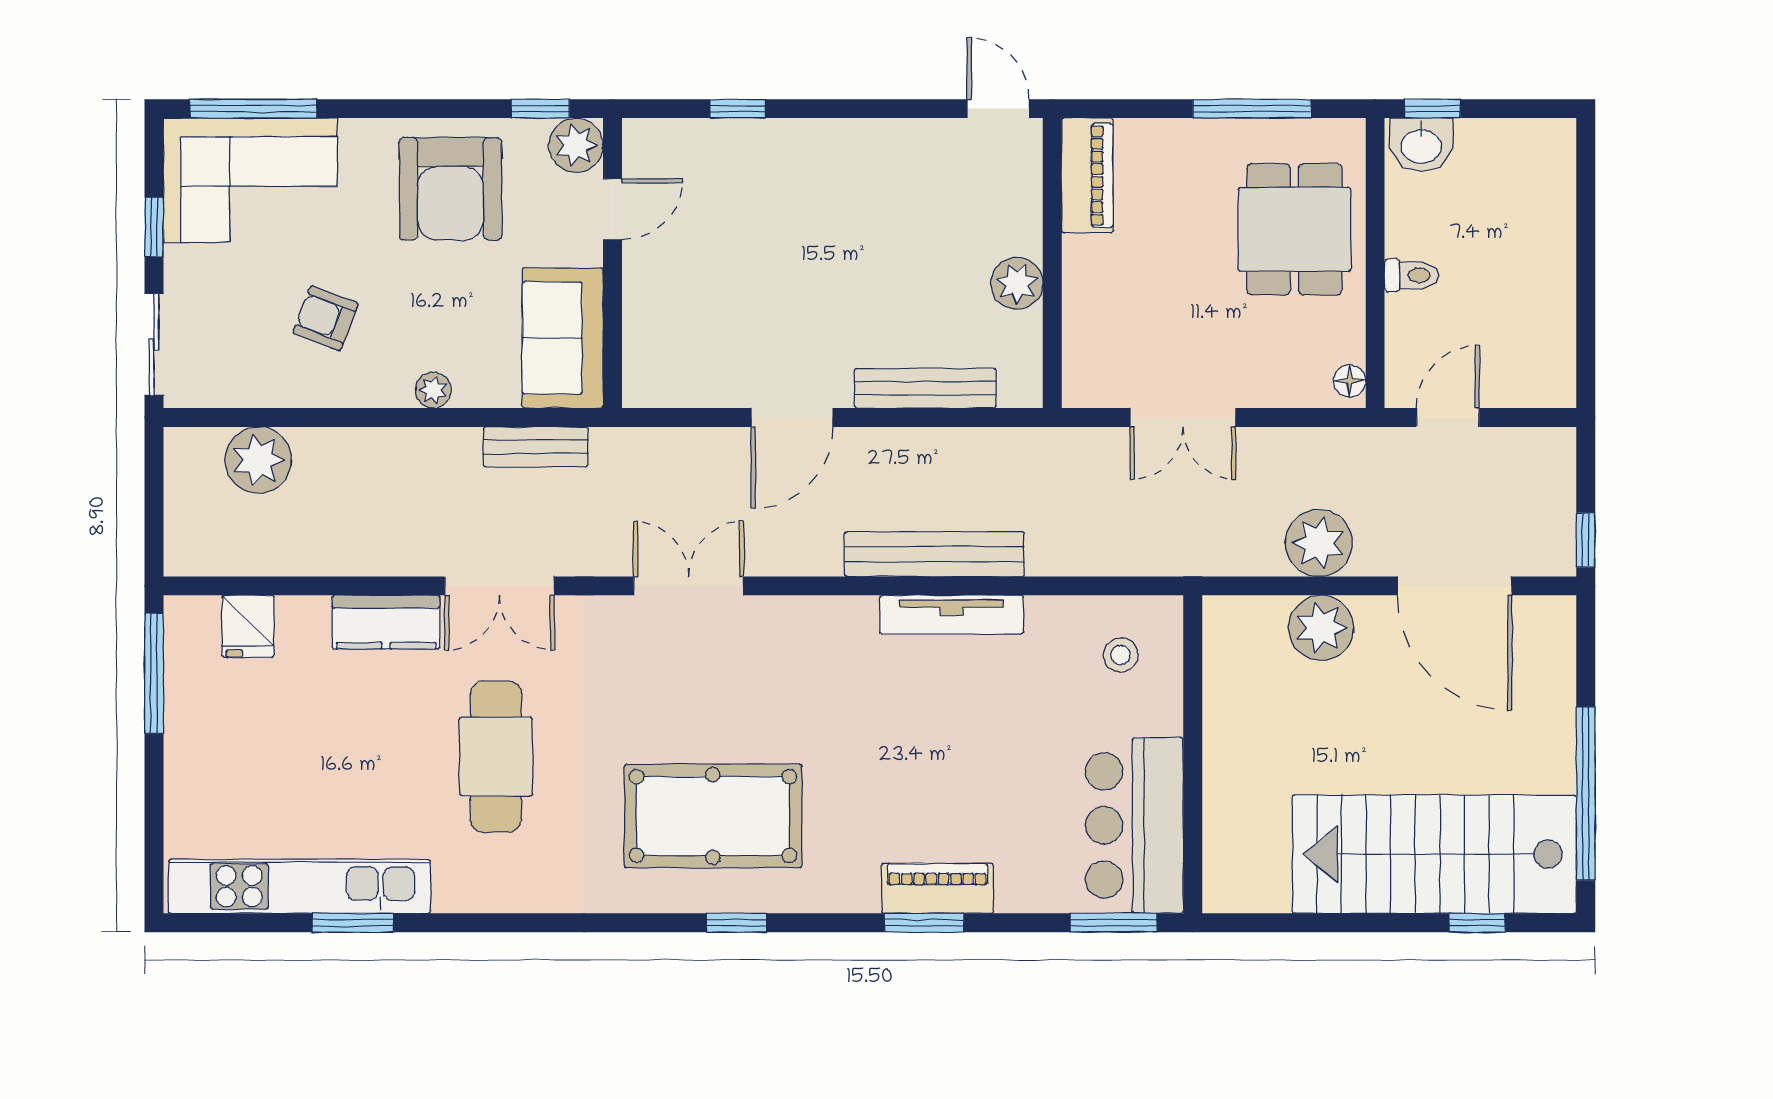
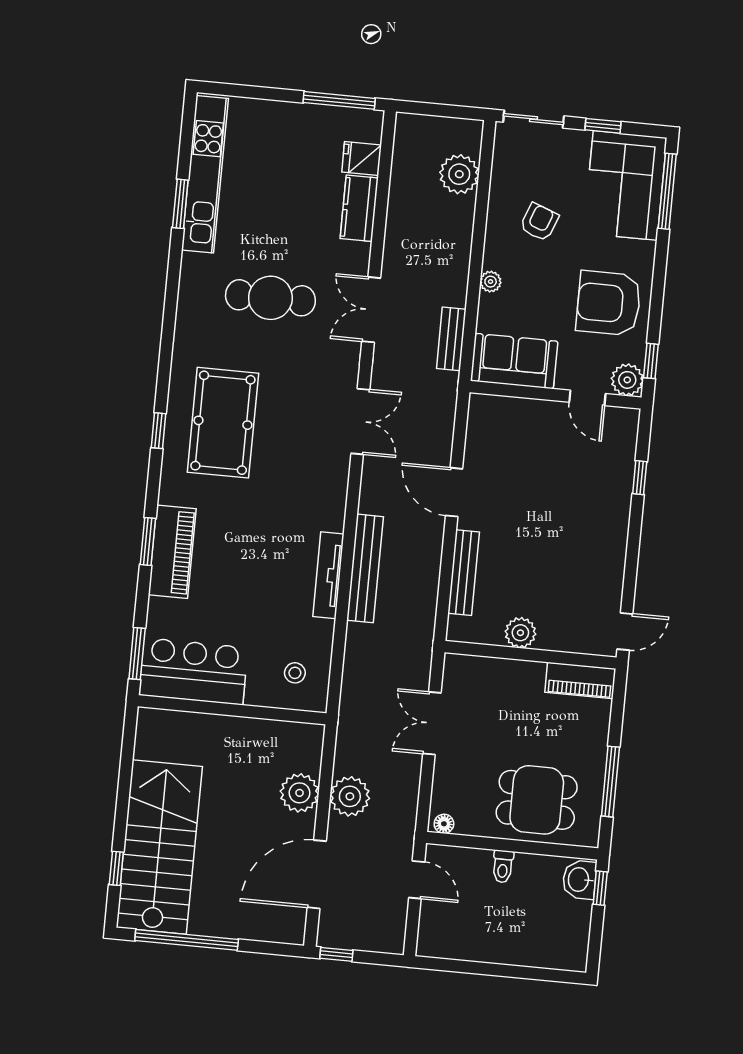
kitchen counter: (386, 622) -> (359, 208), moved
piano: (937, 888) -> (172, 552), width x1.37, depth x1.33

